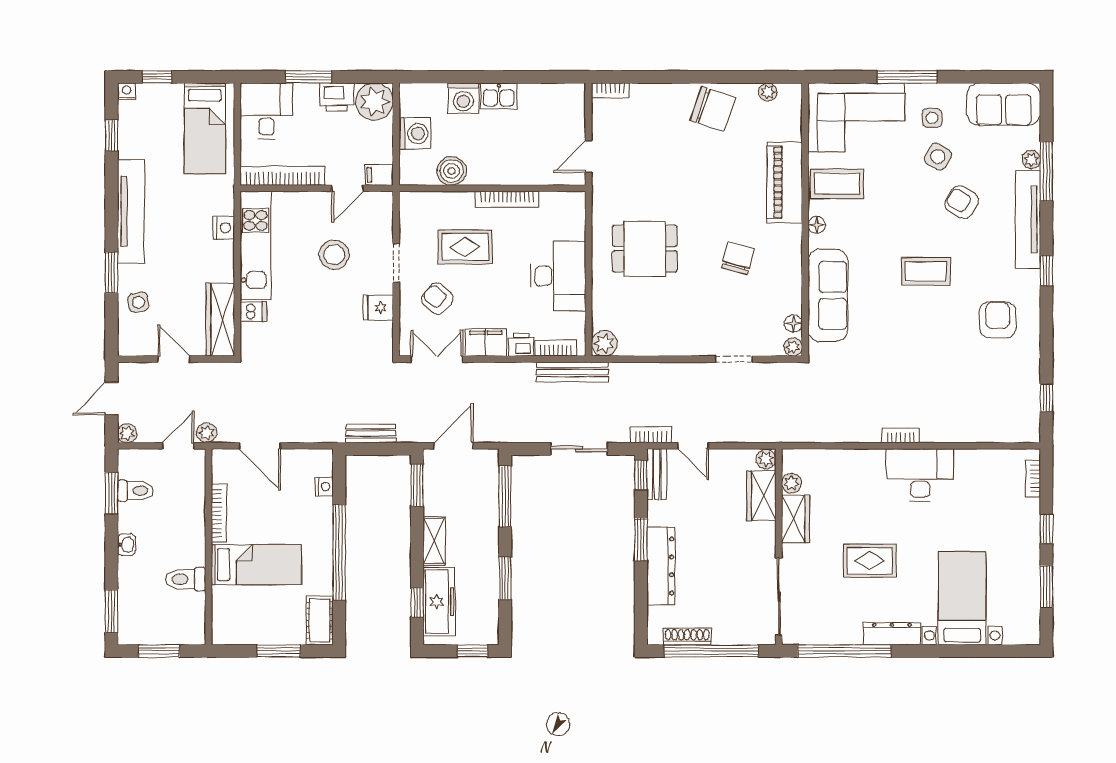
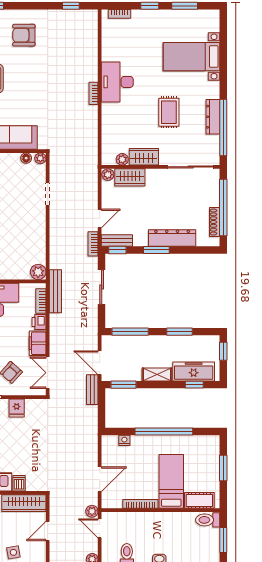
bench: (371, 433) -> (92, 390), moved
toilet: (186, 579) -> (208, 520), moved, turned 90
cot: (320, 620) -> (199, 500), moved
dresser: (892, 634) -> (213, 117), moved

